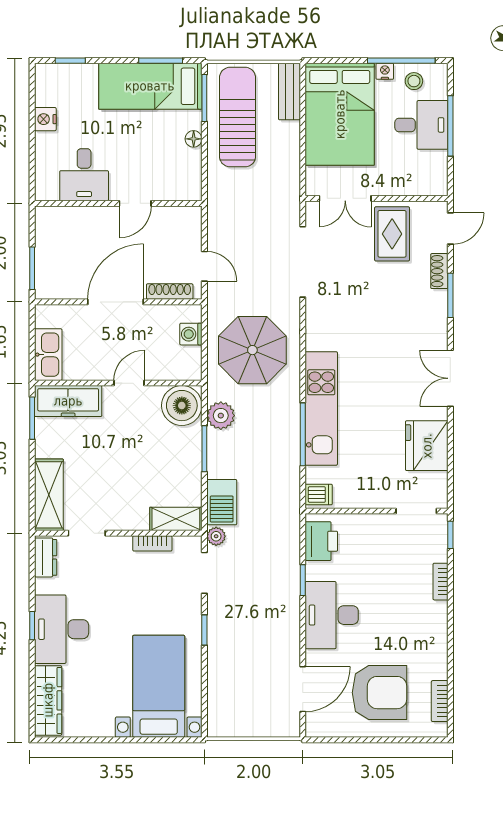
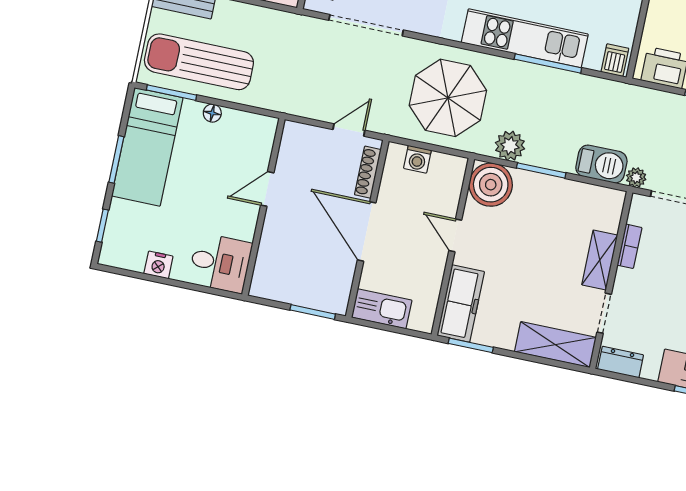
window: (161, 61) -> (116, 159), moved
desk: (84, 175) -> (220, 263), moved
door: (135, 203) -> (267, 189), swing flipped
kitchen sink: (48, 355) -> (382, 309), moved
shelving: (176, 519) -> (600, 260), moved

